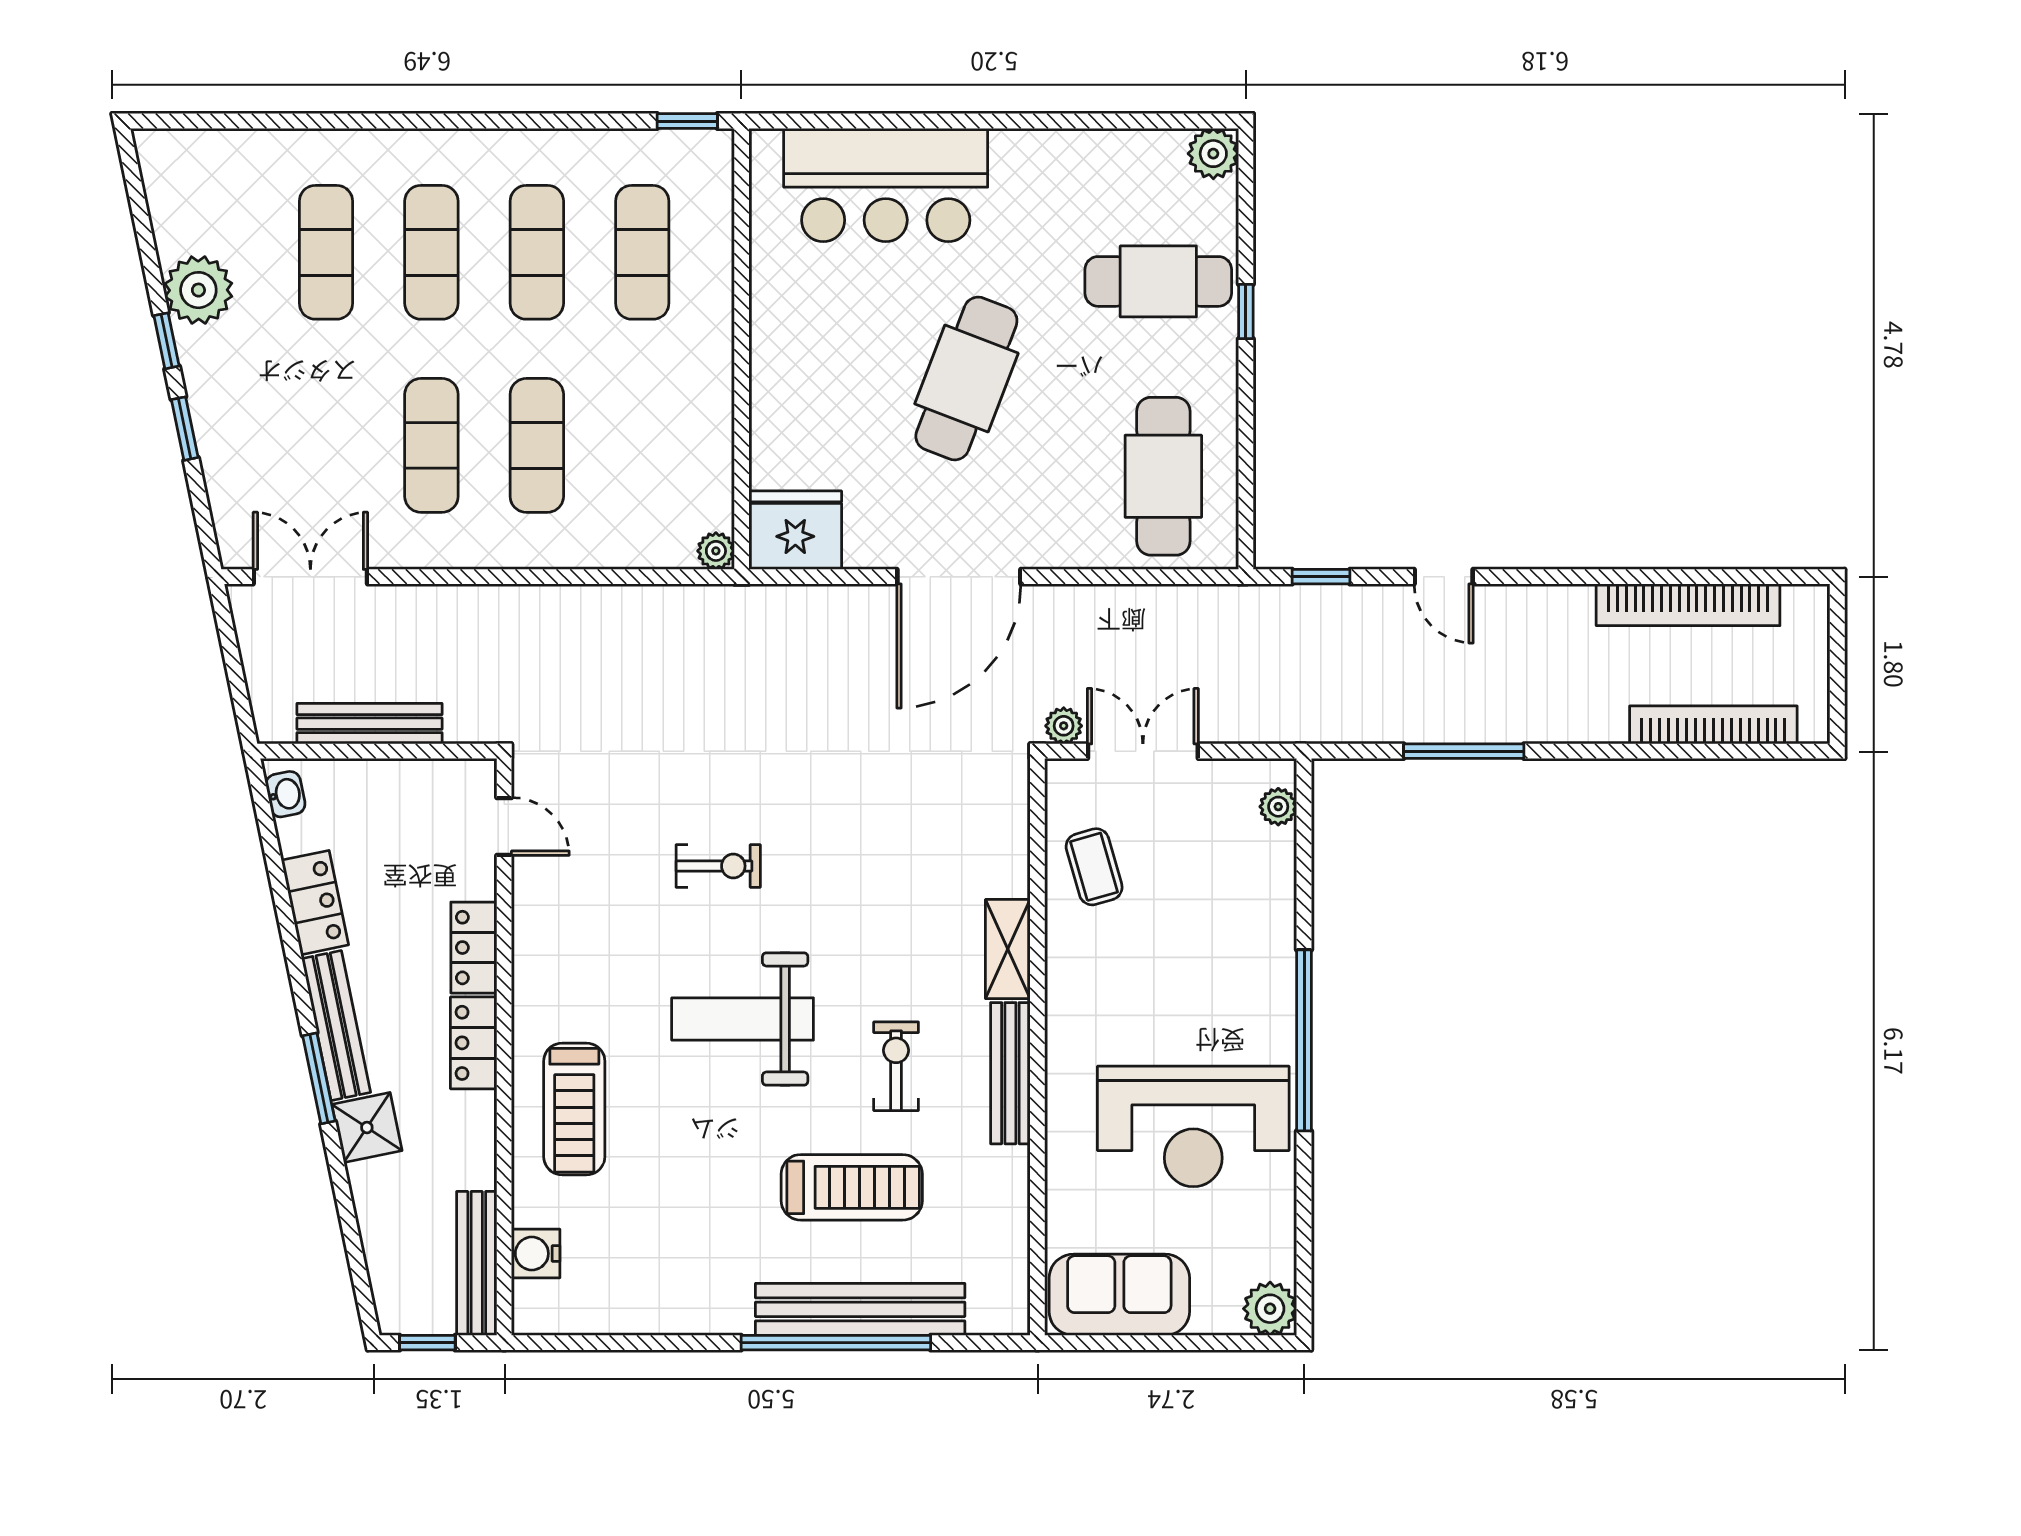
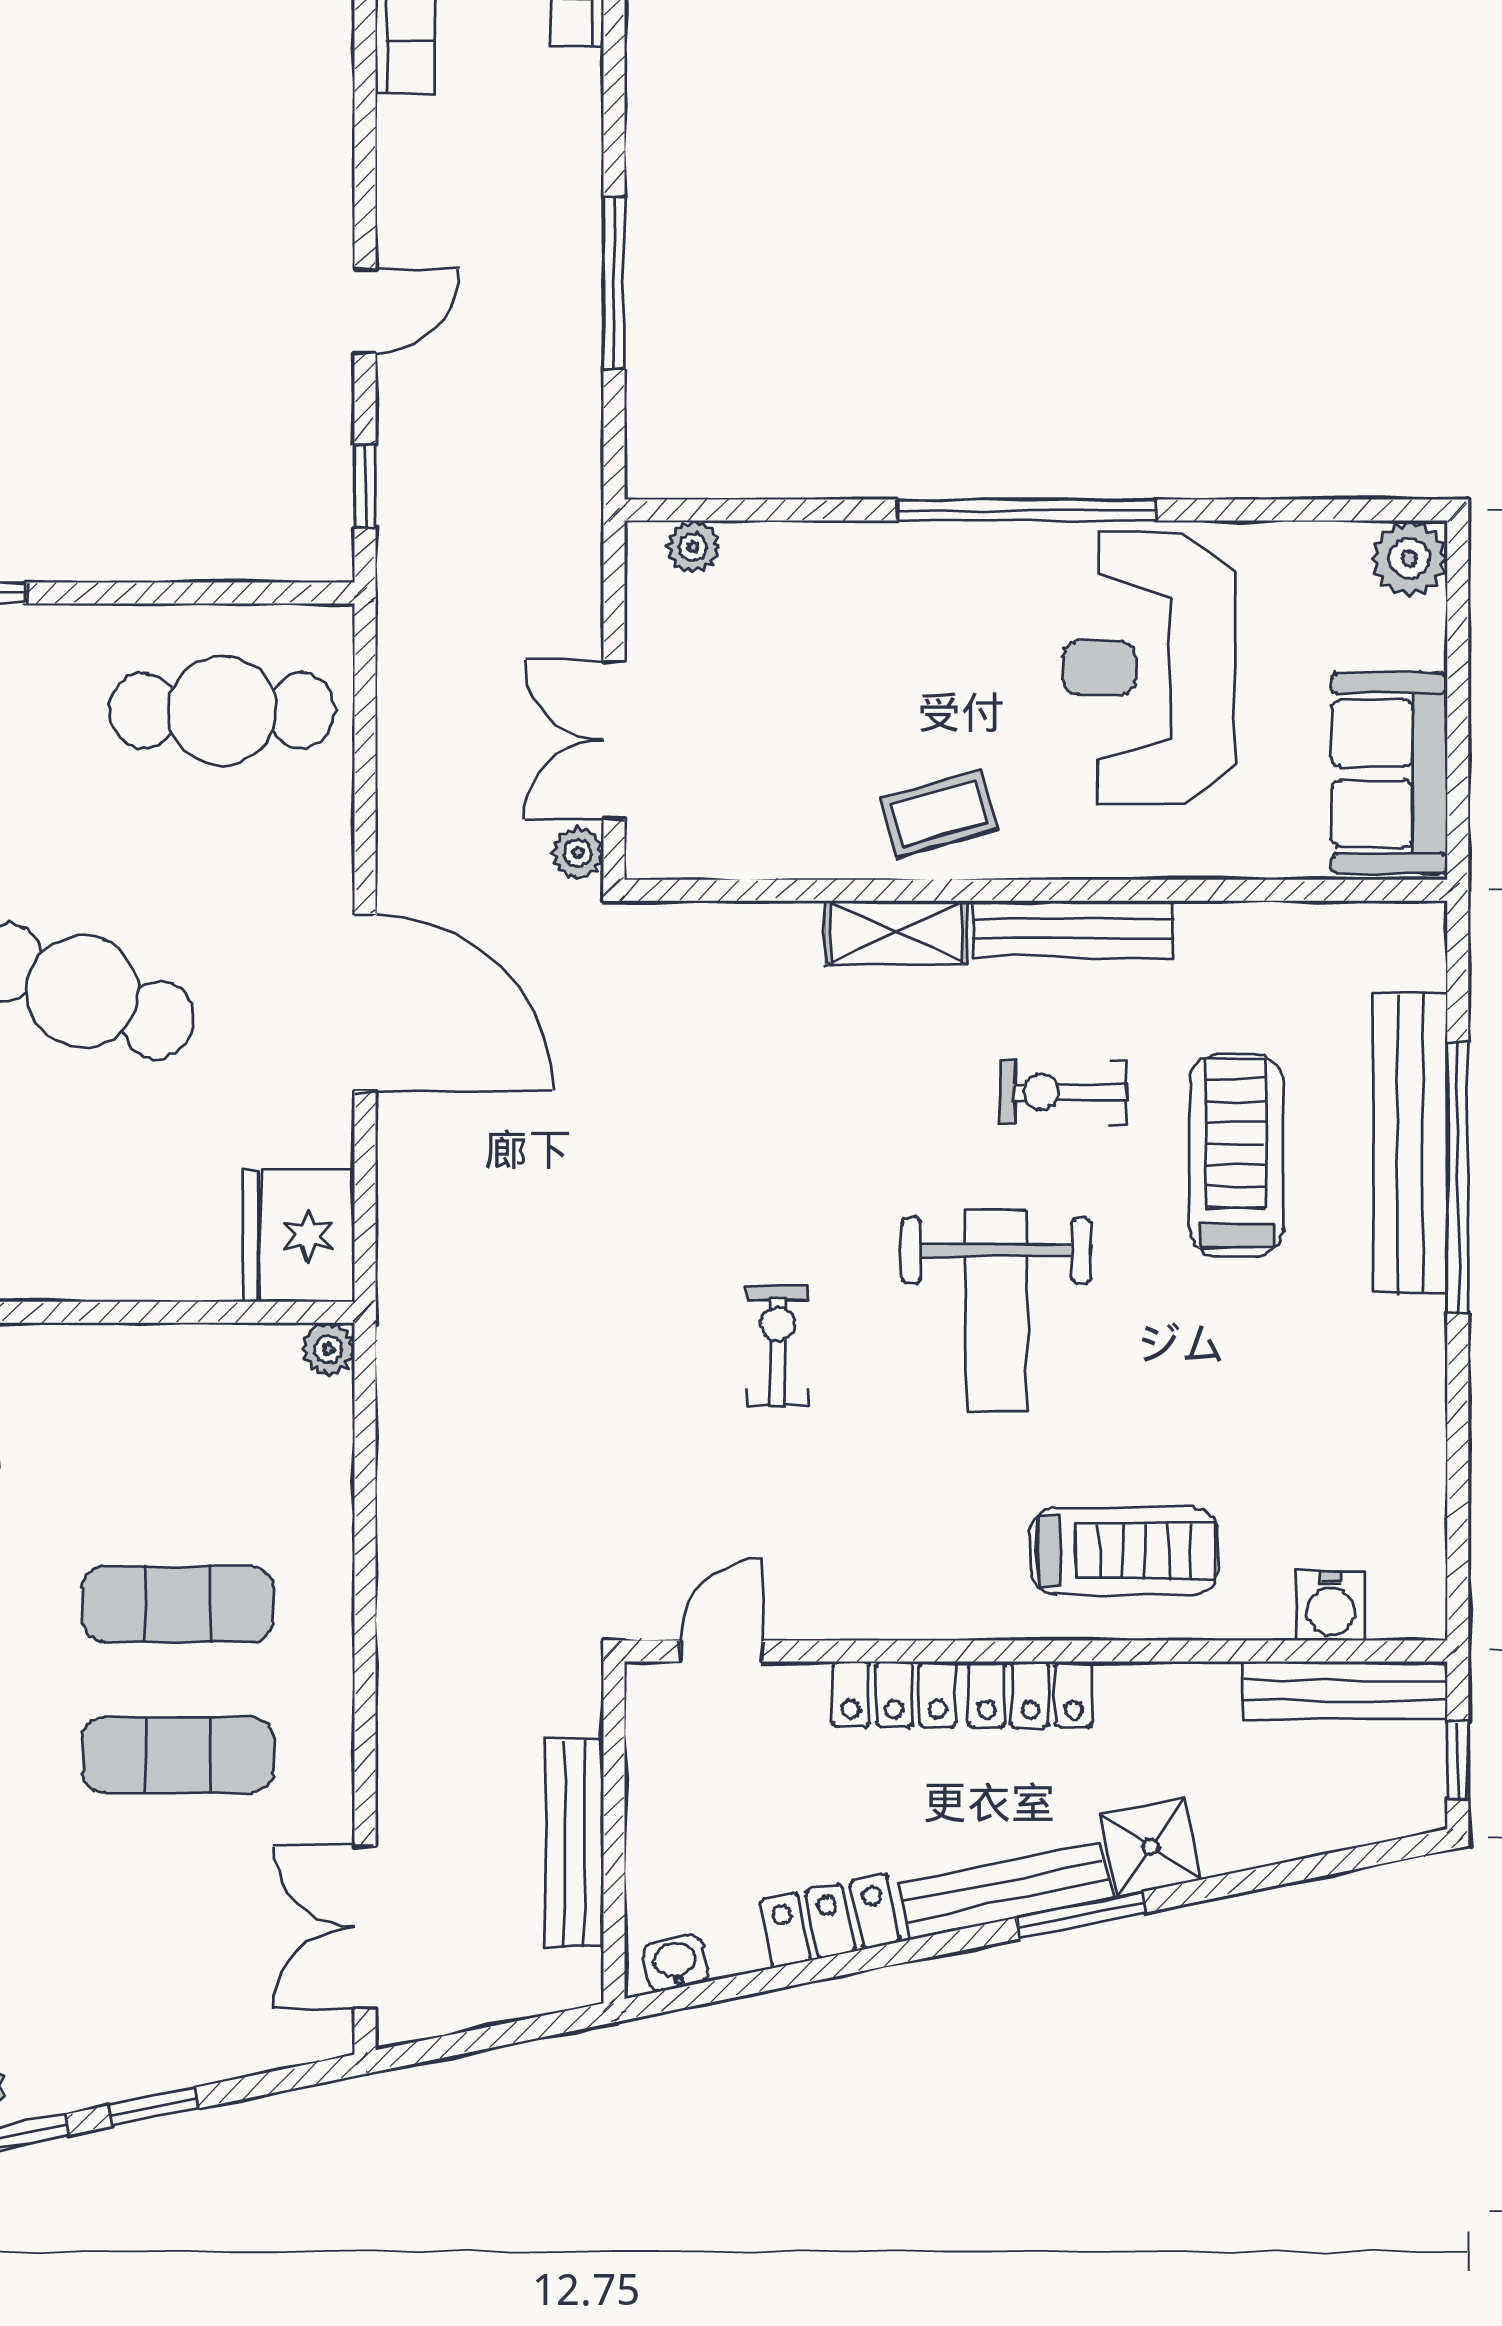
coffee table: (1094, 867) -> (939, 814), moved
reception desk: (1193, 1126) -> (1149, 668), turned 180

